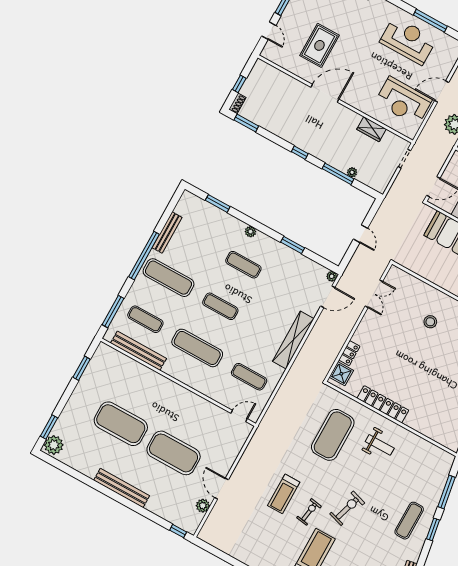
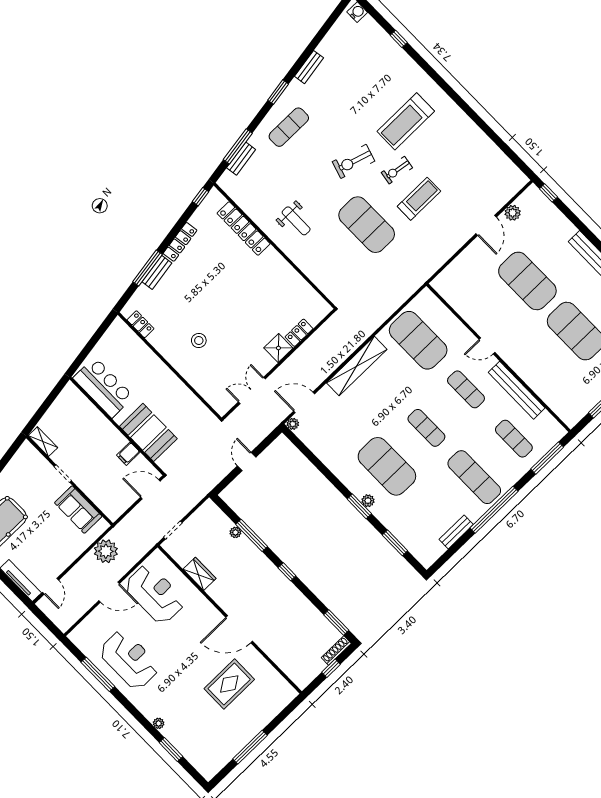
door: (269, 31) -> (281, 717), removed
reception desk: (408, 41) -> (129, 660), turned 180
shoe rack: (237, 103) -> (336, 650), width x1.43
bench: (167, 233) -> (456, 532), width x0.73
window: (293, 245) -> (359, 506), moved
exercise mat: (243, 265) -> (387, 466), width x2.00, depth x1.45
exercise mat: (197, 348) -> (466, 389), width x0.73, depth x0.69
bench: (139, 351) -> (517, 390), moved
shower: (341, 374) -> (278, 348), moved
exercise mat: (249, 377) -> (418, 340), width x2.00, depth x1.45
locker: (383, 404) -> (244, 228), moved
door: (239, 416) -> (487, 346), moved
exercise mat: (333, 435) -> (367, 225), moved, turned 90
weight bench: (380, 445) -> (296, 221), turned 180
bench: (441, 483) -> (241, 159), added
window: (433, 529) -> (278, 92), moved

